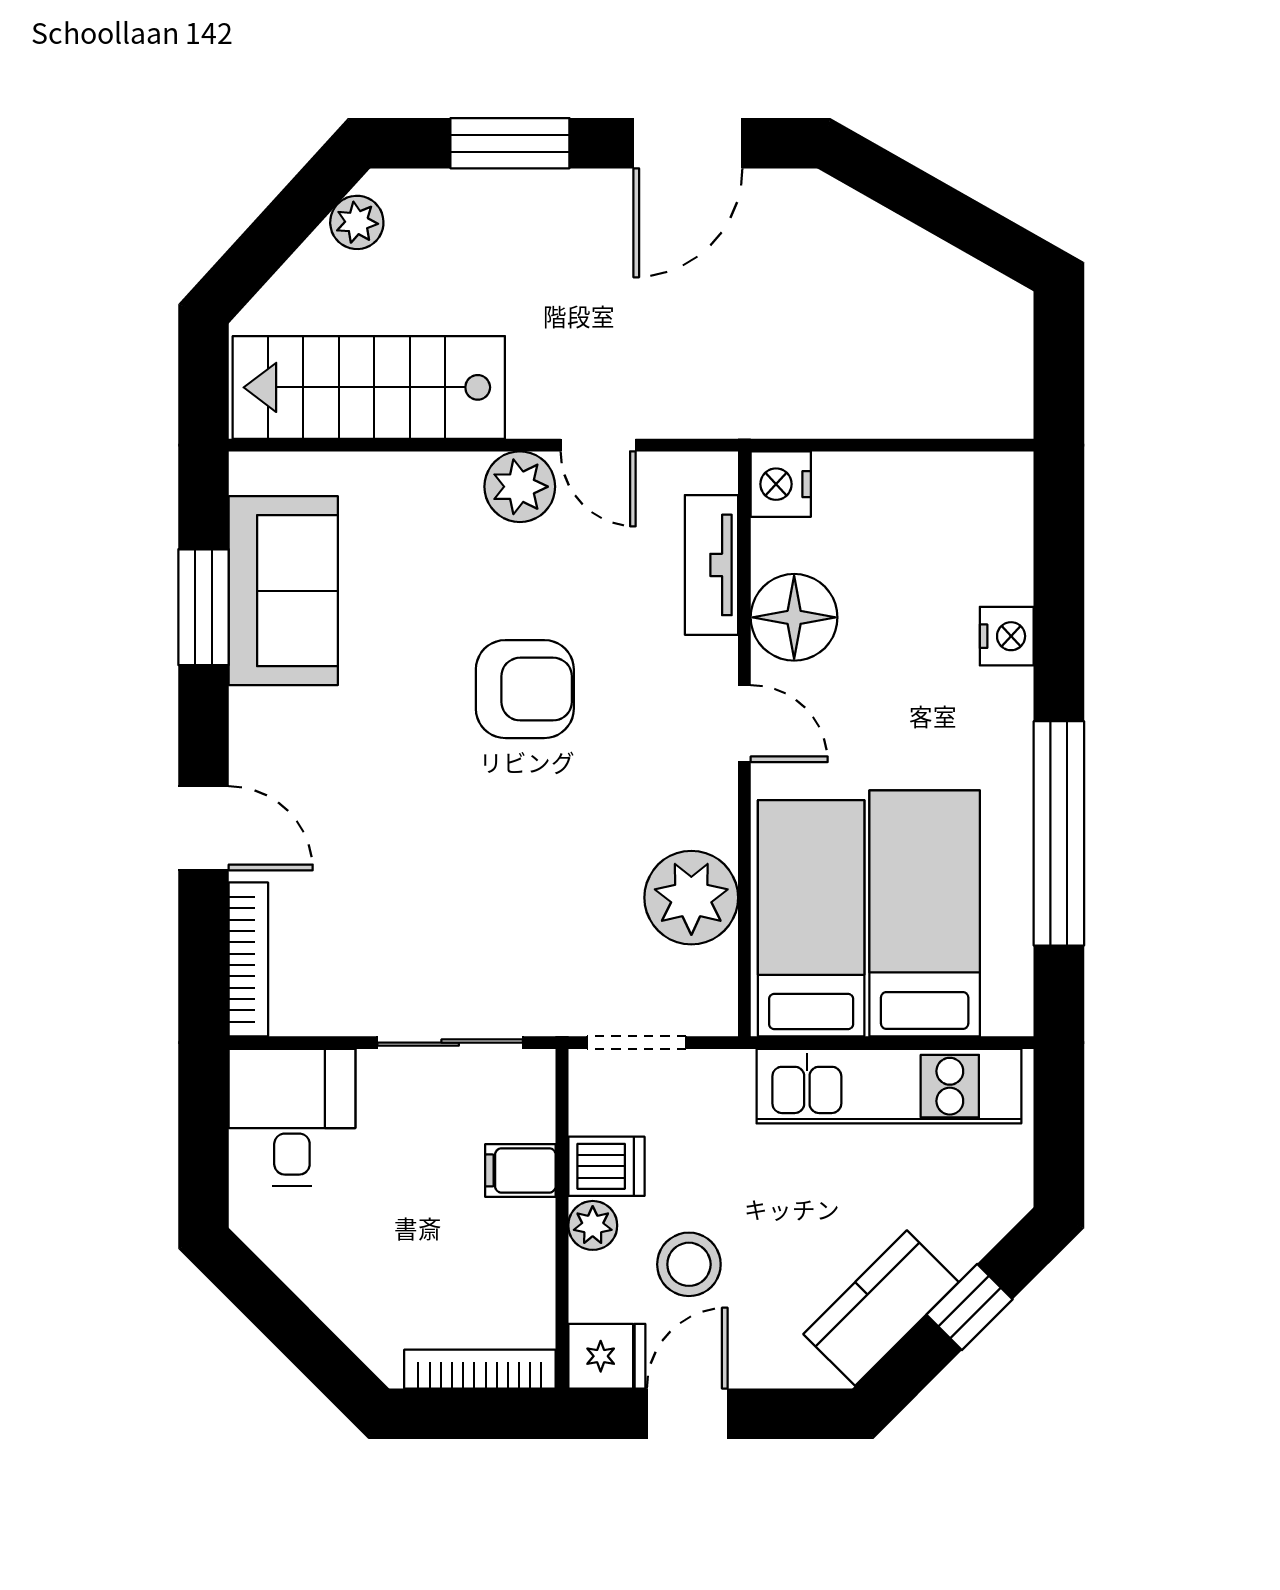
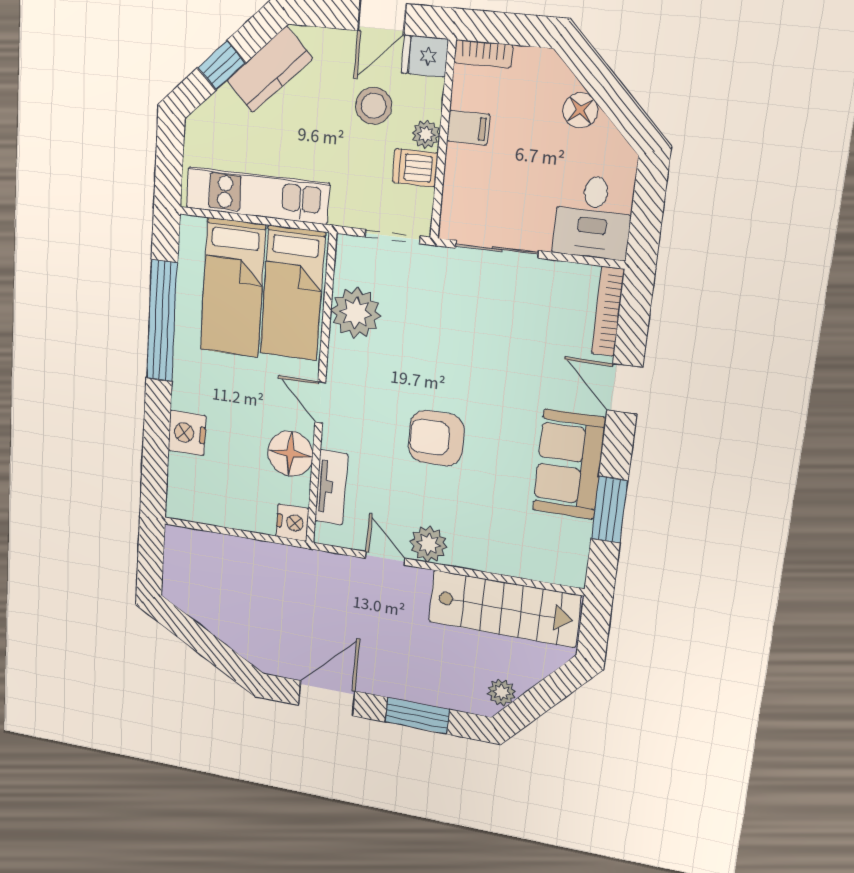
sofa: (283, 591) -> (569, 464), moved
nightstand: (1007, 636) -> (187, 433), width x1.36, depth x1.33
filing cabinet: (520, 1170) -> (468, 128), moved
floor lamp: (334, 1292) -> (580, 110), added
bookcase: (480, 1369) -> (483, 54), width x0.64

